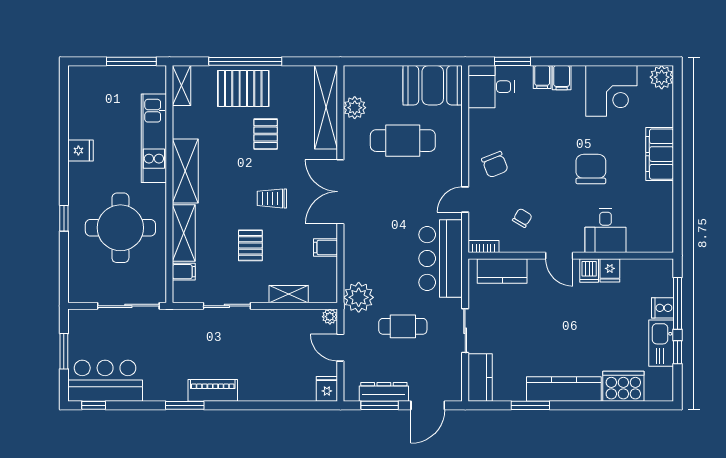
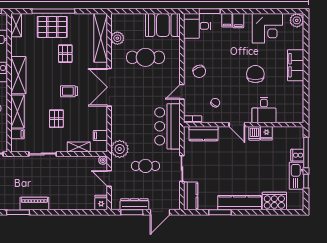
filing cabinet: (326, 247) -> (100, 135), moved

